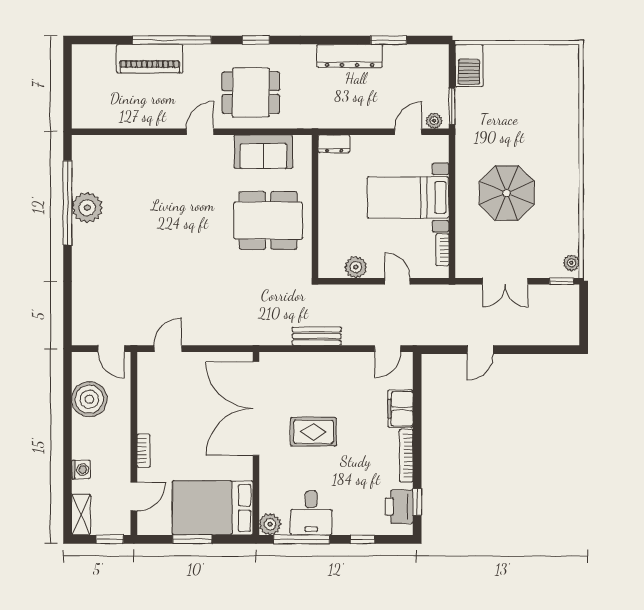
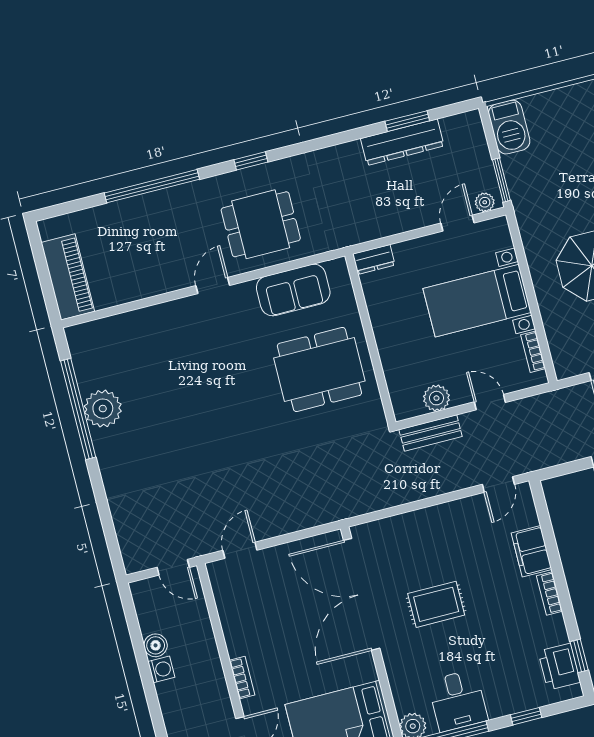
dresser: (350, 56) -> (402, 142), moved
piano: (150, 59) -> (68, 277), moved, turned -90
bench: (317, 336) -> (431, 433), moved
boiler: (89, 399) -> (156, 645), width x0.54, depth x0.54
bookcase: (406, 456) -> (549, 593), width x0.64
washing machine: (81, 470) -> (161, 669), moved

